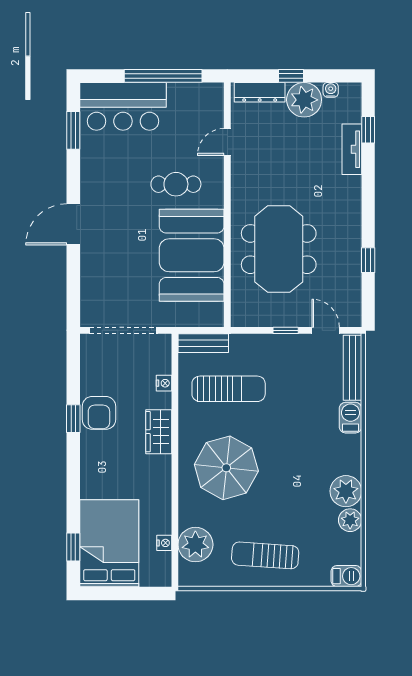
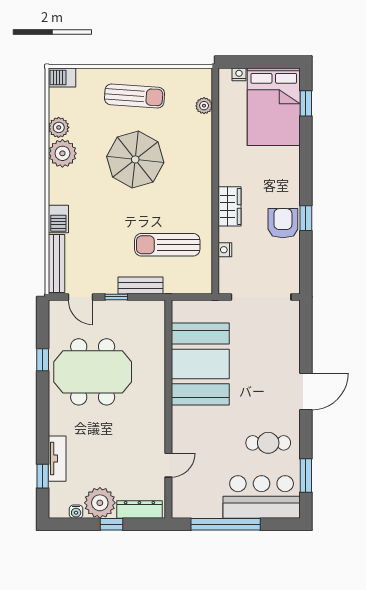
cafe table: (176, 184) -> (268, 443), moved
meeting table: (279, 249) -> (93, 372), moved, turned 90
bench: (203, 343) -> (140, 285), moved
parasol: (226, 468) -> (135, 159), moved
nightstand: (164, 543) -> (239, 74), moved, turned 90
plant: (195, 545) -> (204, 106), width x0.53, depth x0.53

